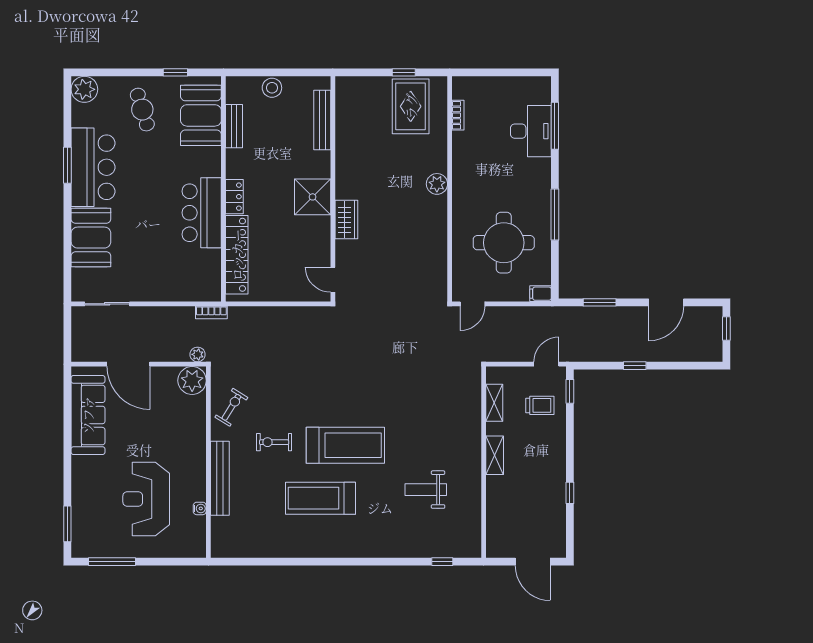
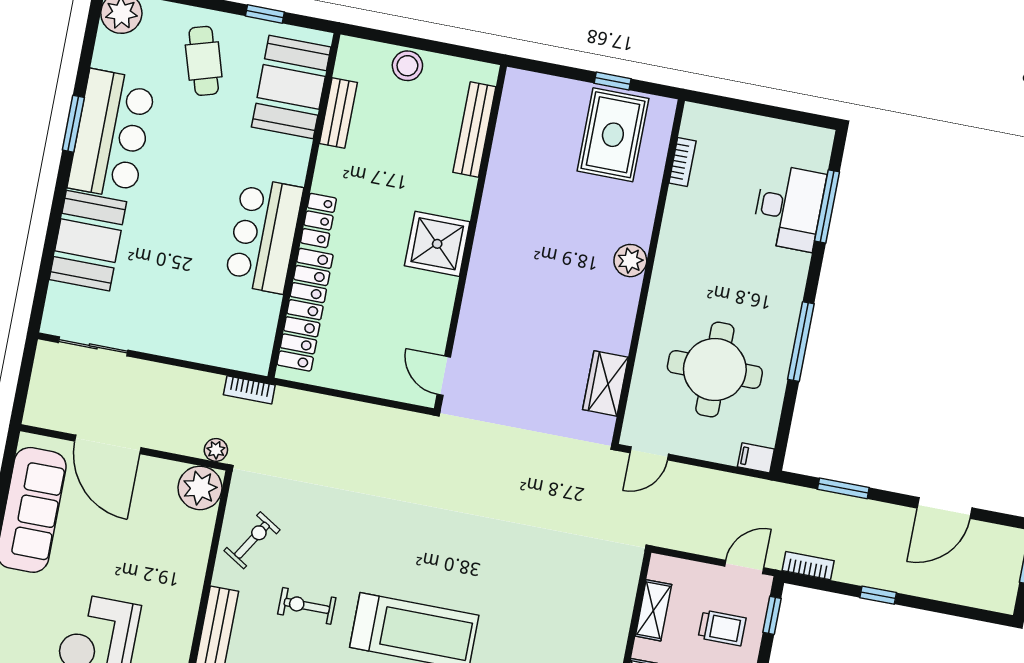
wardrobe: (346, 220) -> (605, 383), moved, turned 180
bookcase: (587, 356) -> (808, 566), added

